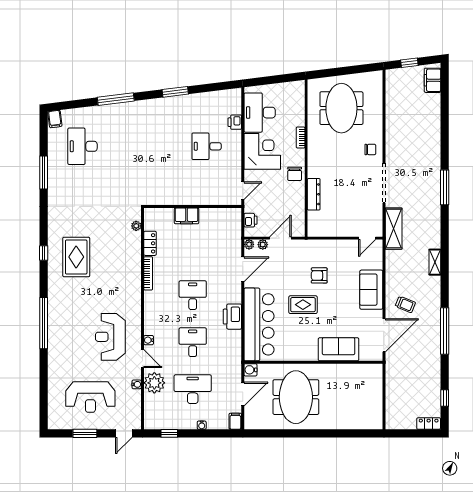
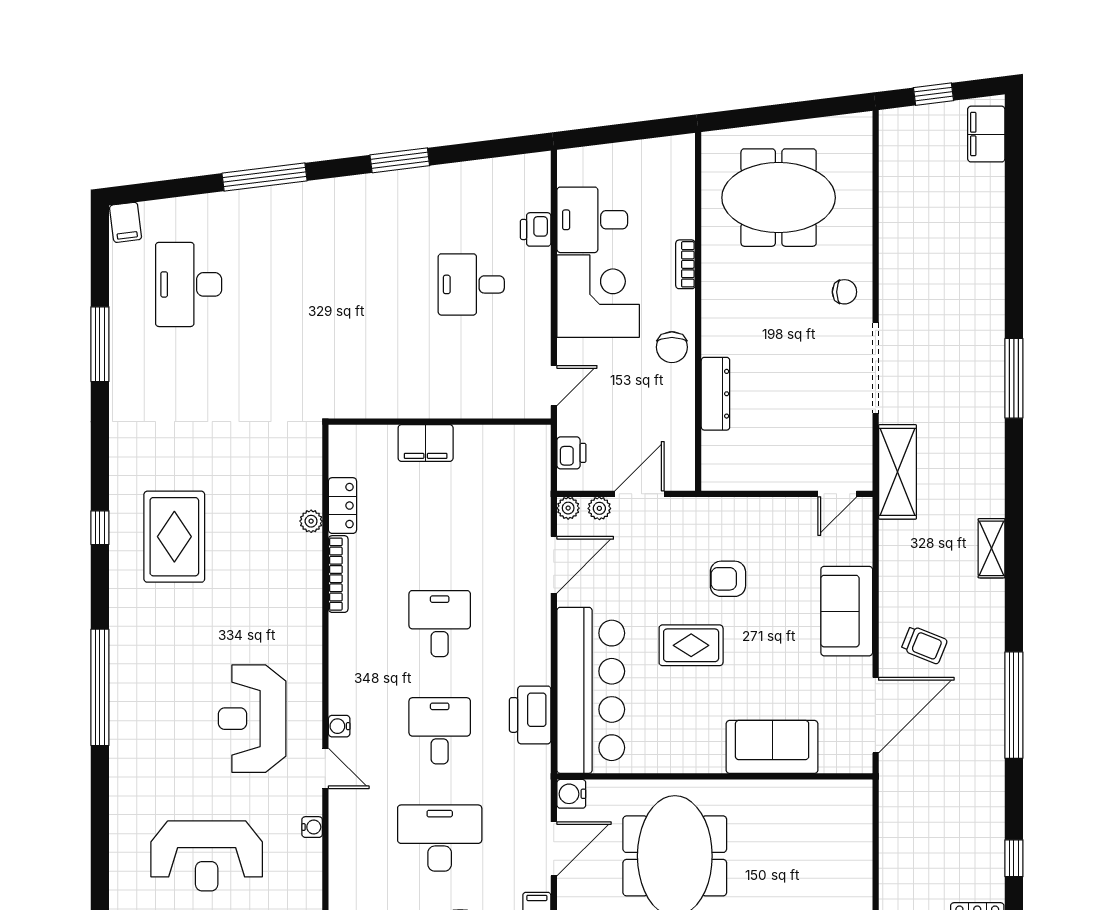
meeting table: (341, 108) -> (779, 198), turned 90
desk: (260, 113) -> (592, 220), width x0.73
plant: (136, 226) -> (311, 521), moved
printer: (232, 317) -> (530, 715), moved
plant: (154, 383) -> (352, 823), removed

